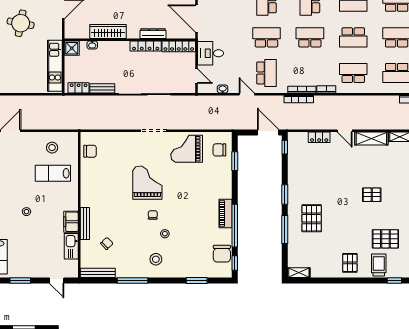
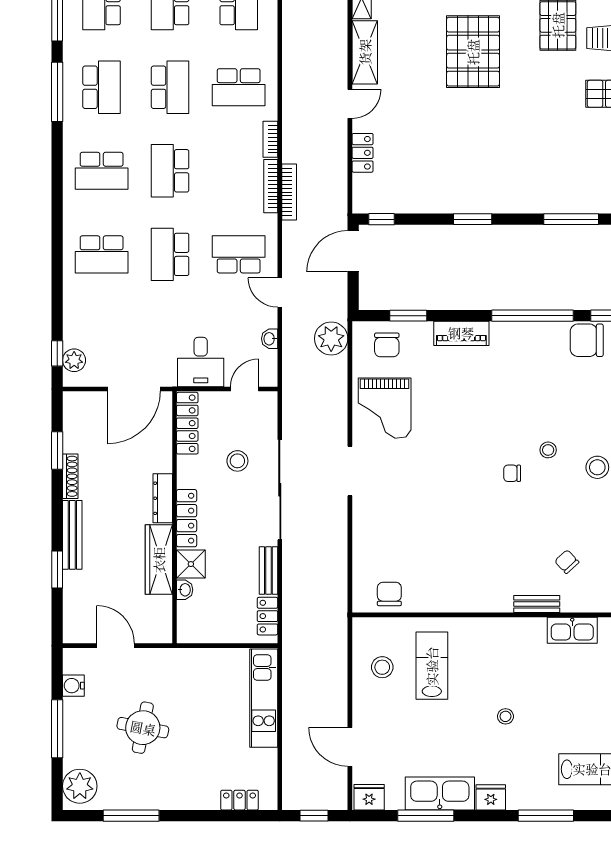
dresser: (153, 34) -> (163, 498), moved
locker: (146, 46) -> (187, 518), moved
shower: (72, 48) -> (191, 564), moved
kitchen unit: (55, 66) -> (264, 698), moved, turned 90
stool: (159, 72) -> (237, 461), added
school desk: (353, 73) -> (239, 87), turned -90
door: (247, 94) -> (280, 292), hinge flipped
plant: (223, 121) -> (331, 339), added
lab bench: (53, 173) -> (432, 666), turned 180
grand piano: (147, 183) -> (450, 484), removed
pallet: (372, 195) -> (473, 52), width x2.05, depth x2.00
piano: (225, 213) -> (461, 333), moved
pallet: (312, 218) -> (518, 167), removed
filing cabinet: (71, 222) -> (525, 631), removed
bench: (85, 224) -> (537, 604), width x0.73
window: (285, 230) -> (571, 219), moved
chair: (222, 254) -> (587, 340), turned 180

